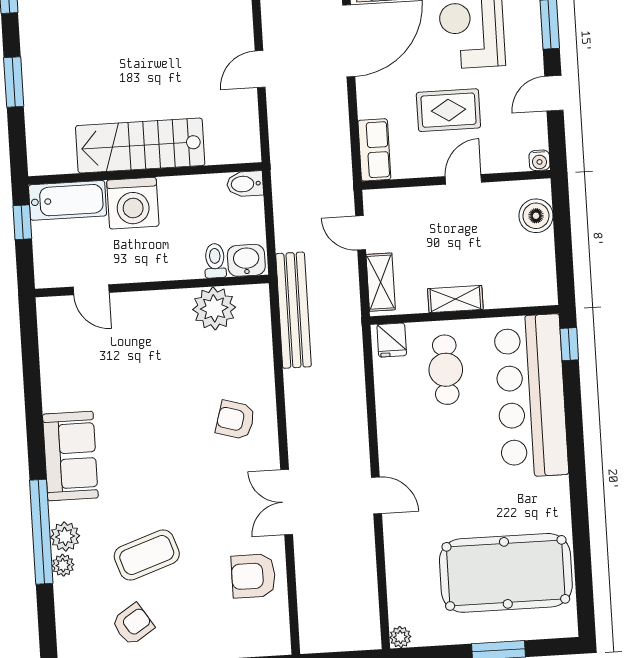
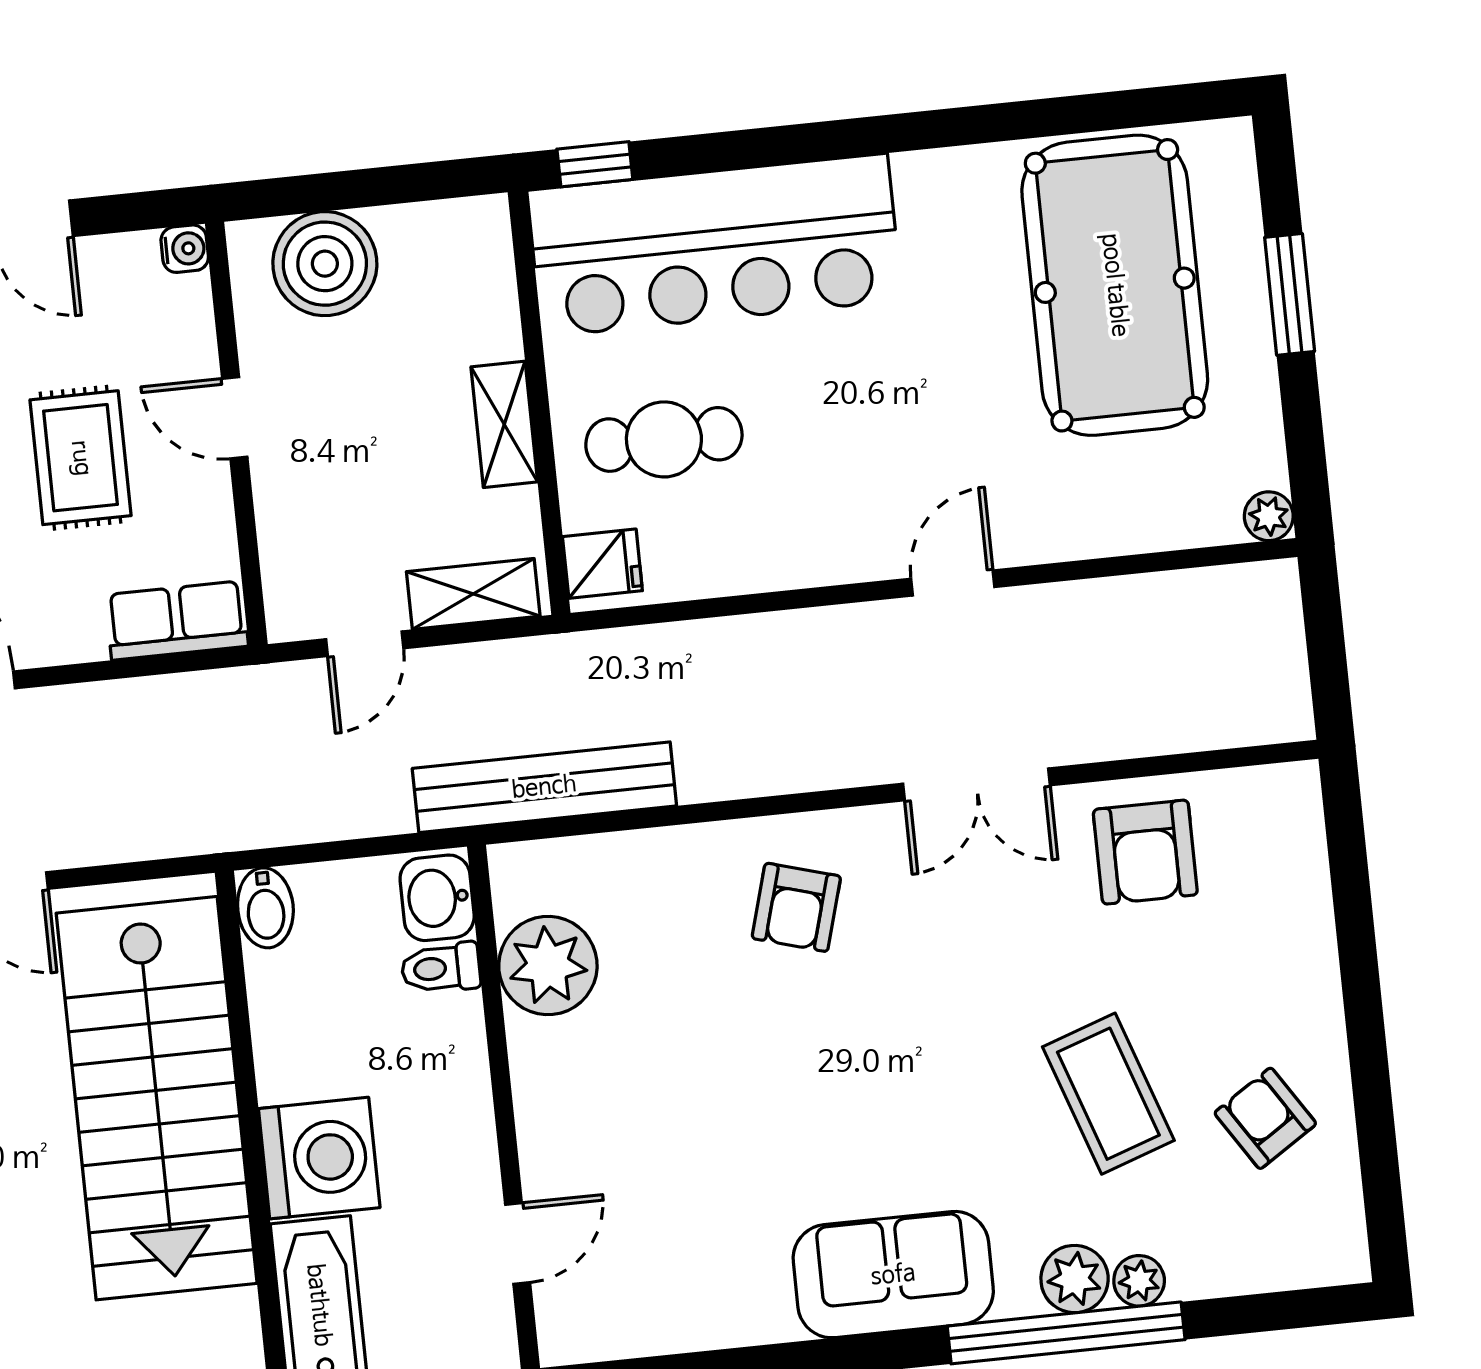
stairs: (140, 146) -> (157, 1098), width x1.36, depth x1.51
boiler: (536, 216) -> (325, 264), width x1.37, depth x1.37

